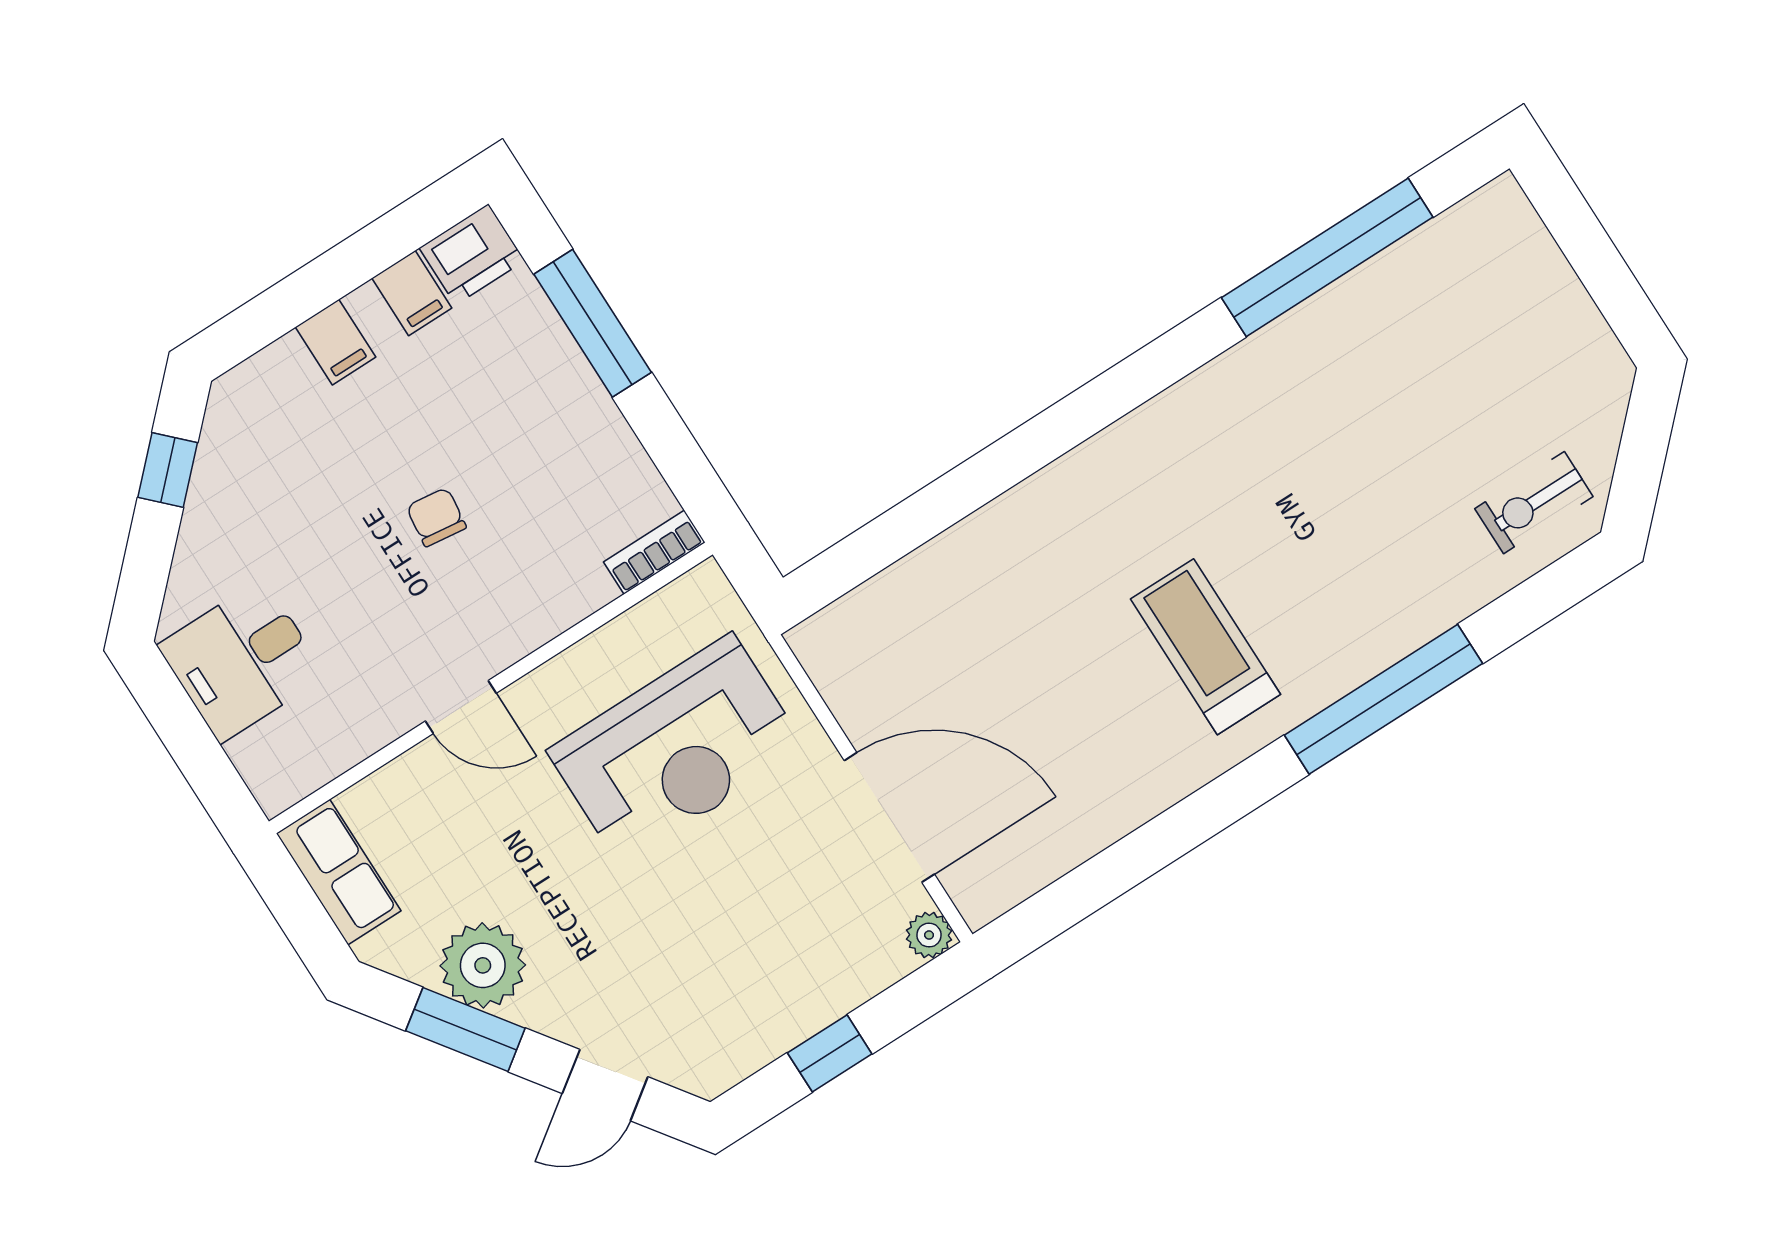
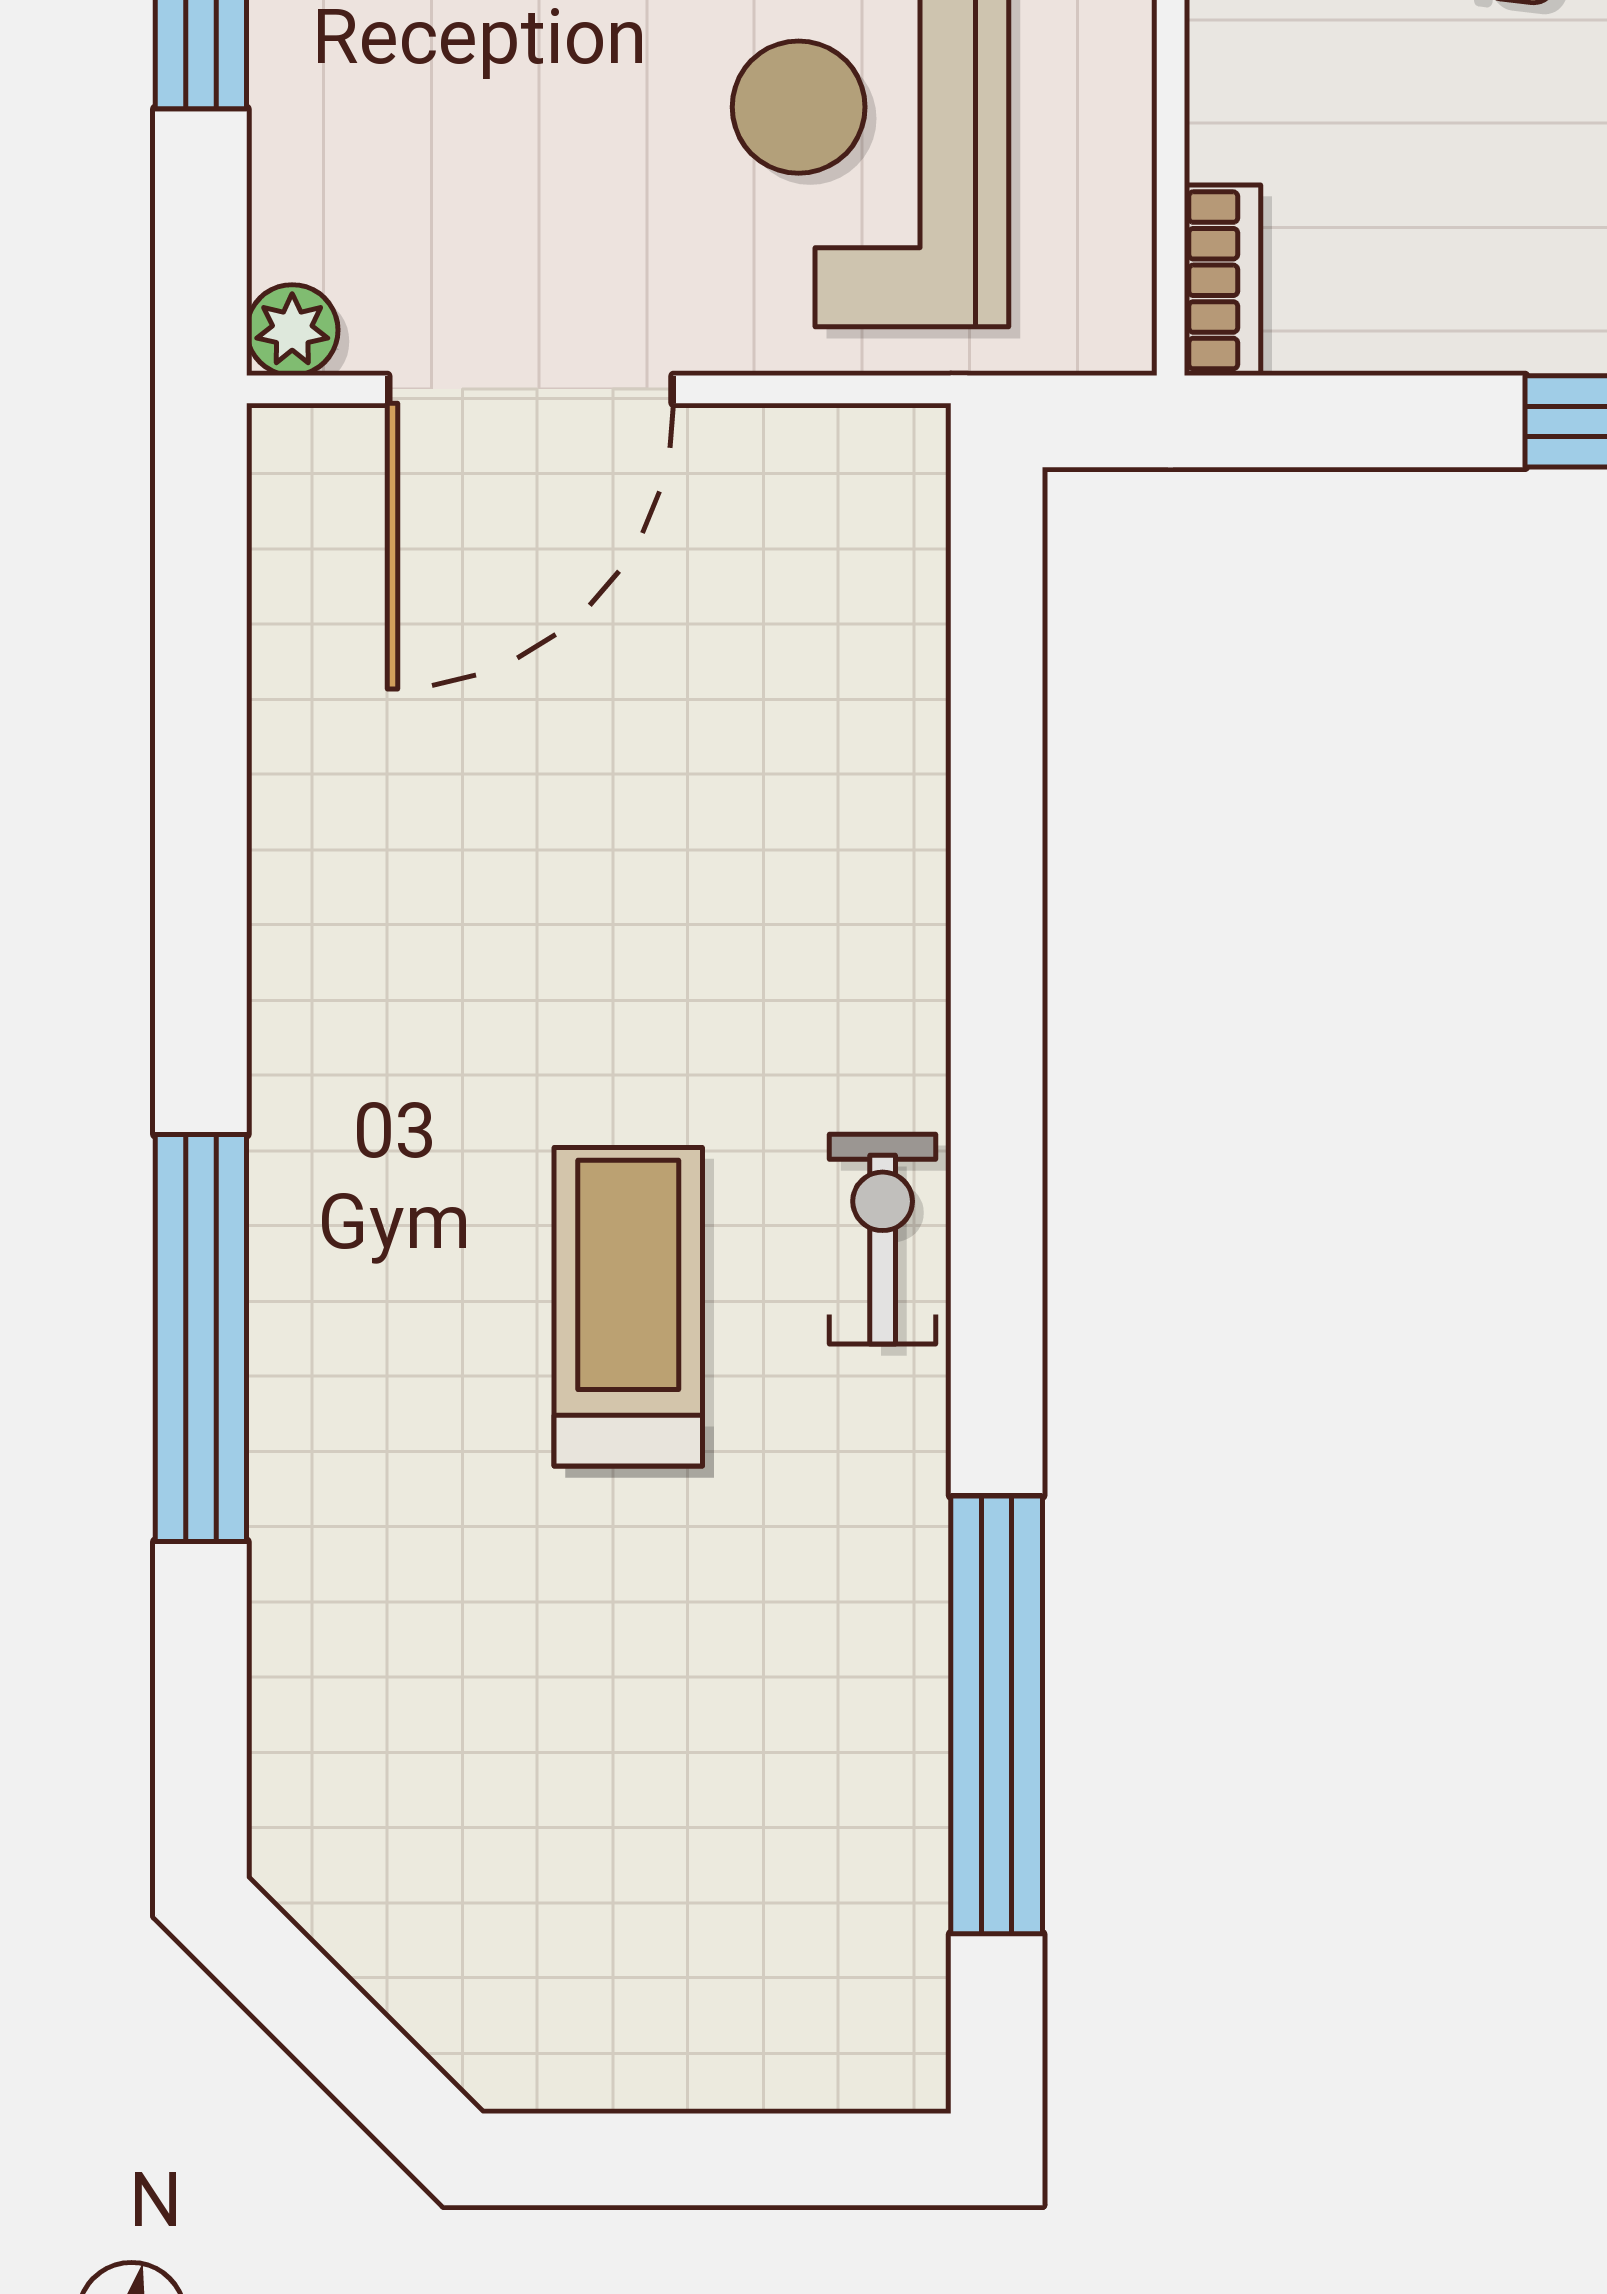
exercise bike: (1534, 503) -> (883, 1239), moved
treadmill: (1205, 647) -> (628, 1307), moved, turned -90

